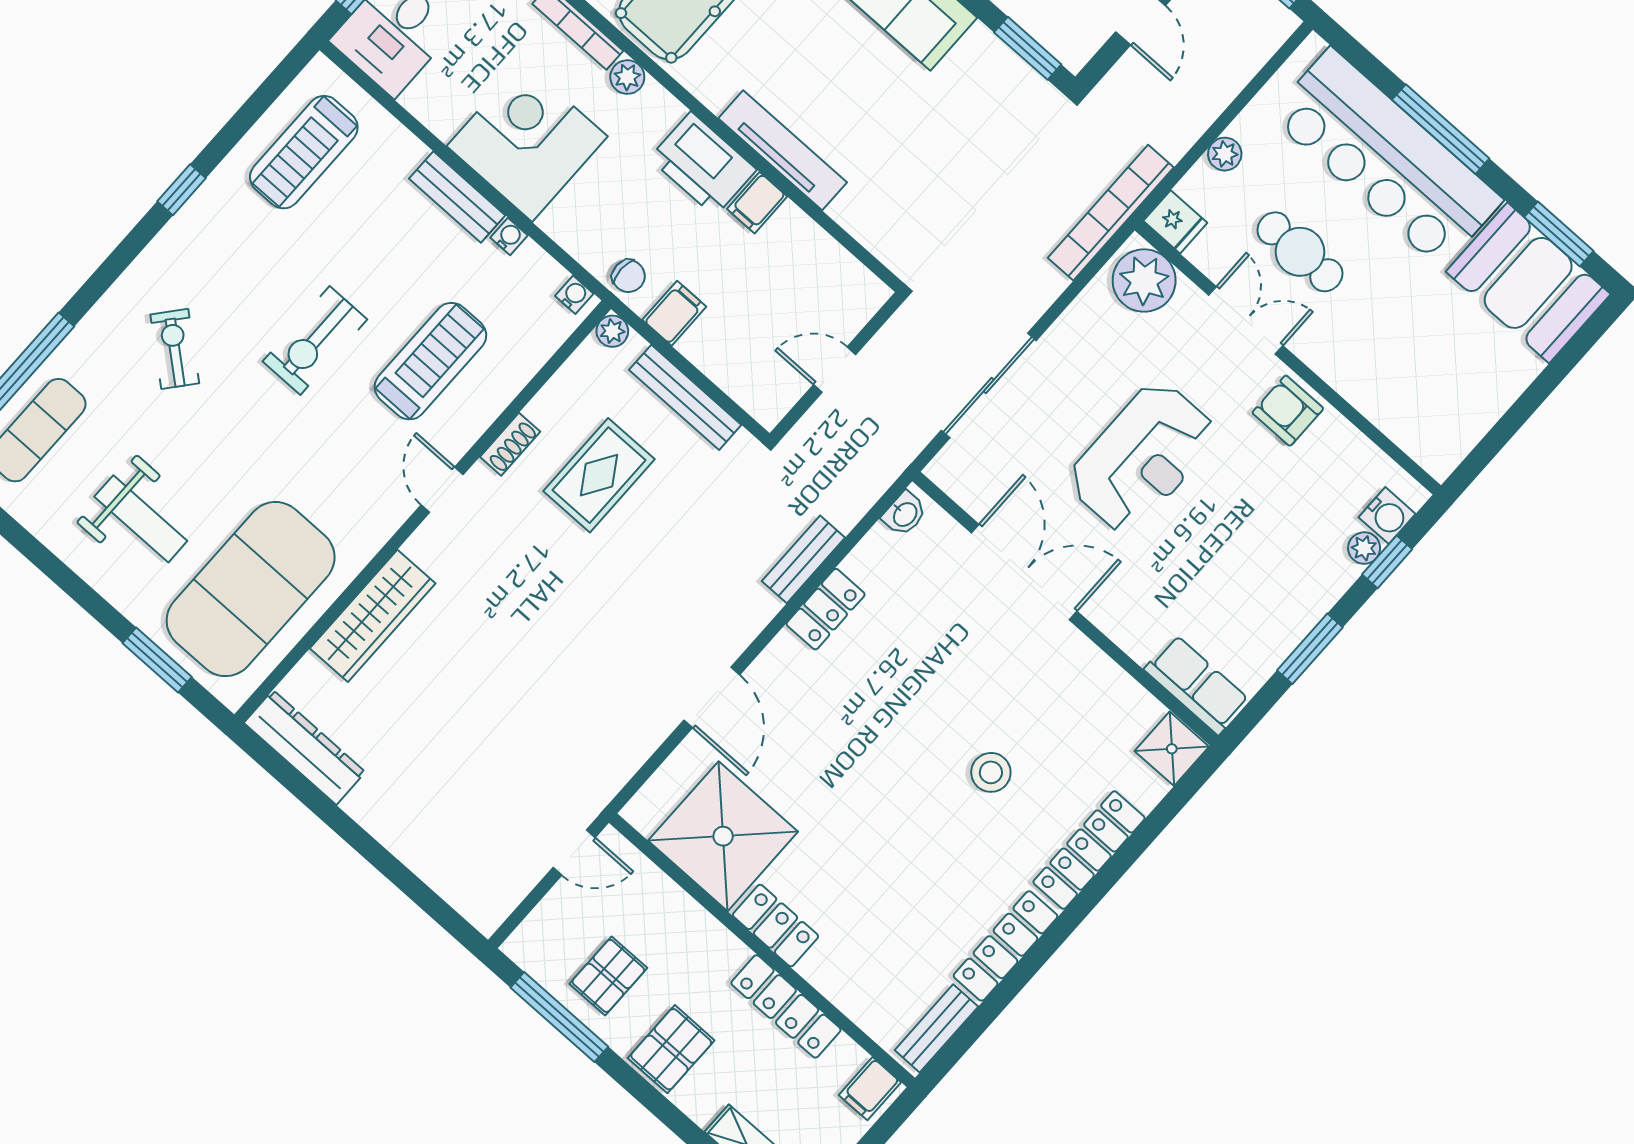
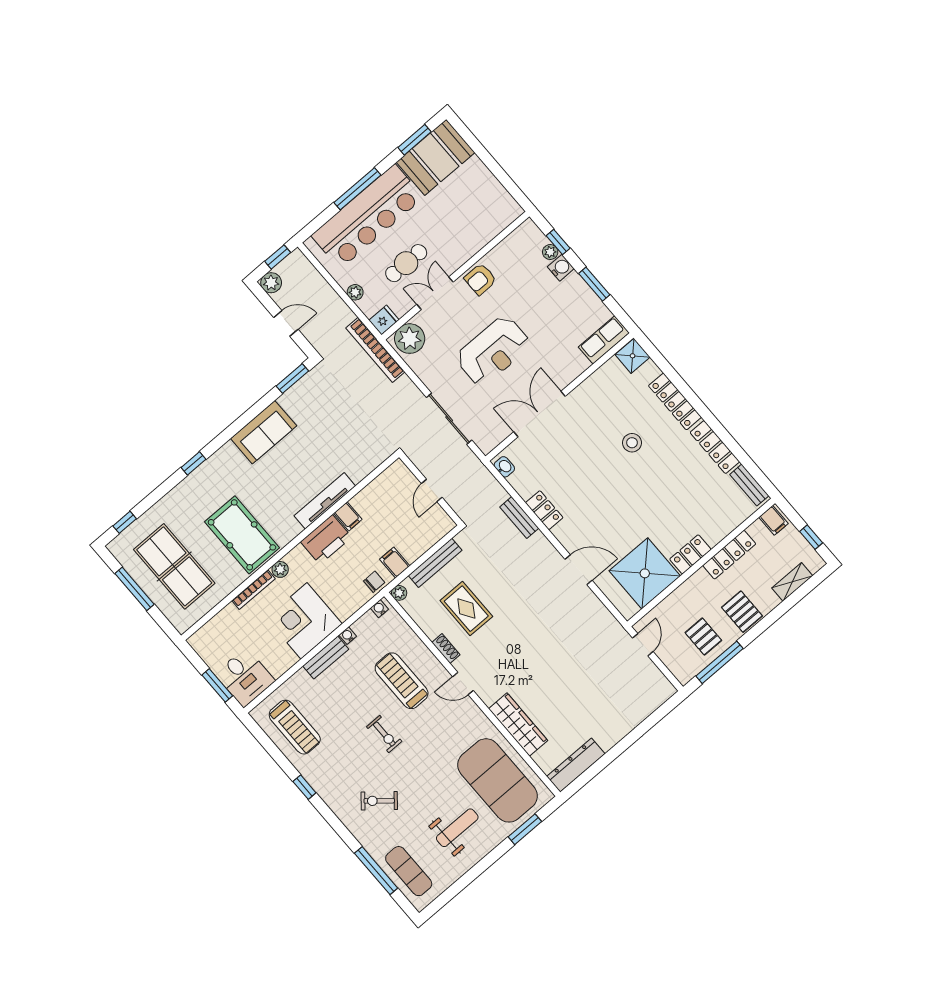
exercise bike: (315, 340) -> (384, 734), width x0.73, depth x0.72
reception desk: (1142, 457) -> (493, 351), turned 90
water cooler: (1387, 516) -> (561, 268), moved

